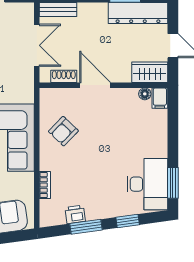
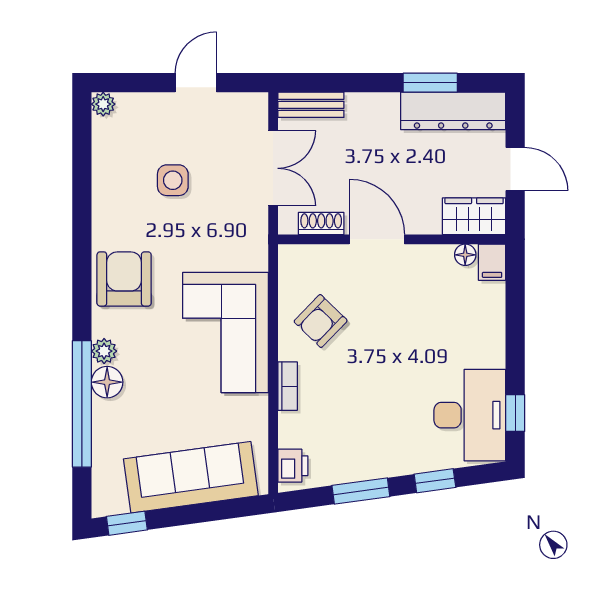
window: (173, 183) -> (515, 413), width x0.67
bookcase: (45, 185) -> (288, 386), moved
printer: (75, 214) -> (293, 466), moved, turned 98

